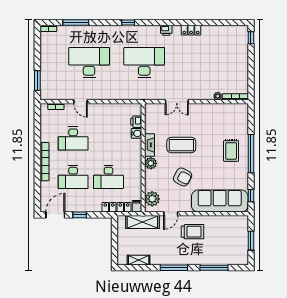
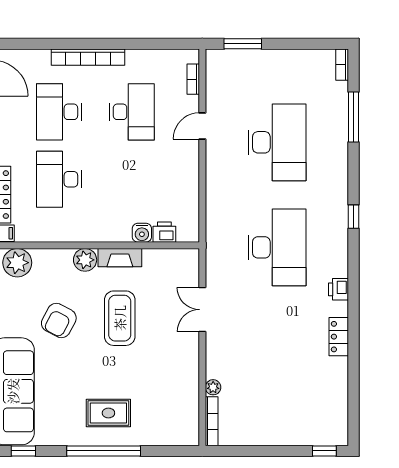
desk: (73, 139) -> (132, 112), turned 180

